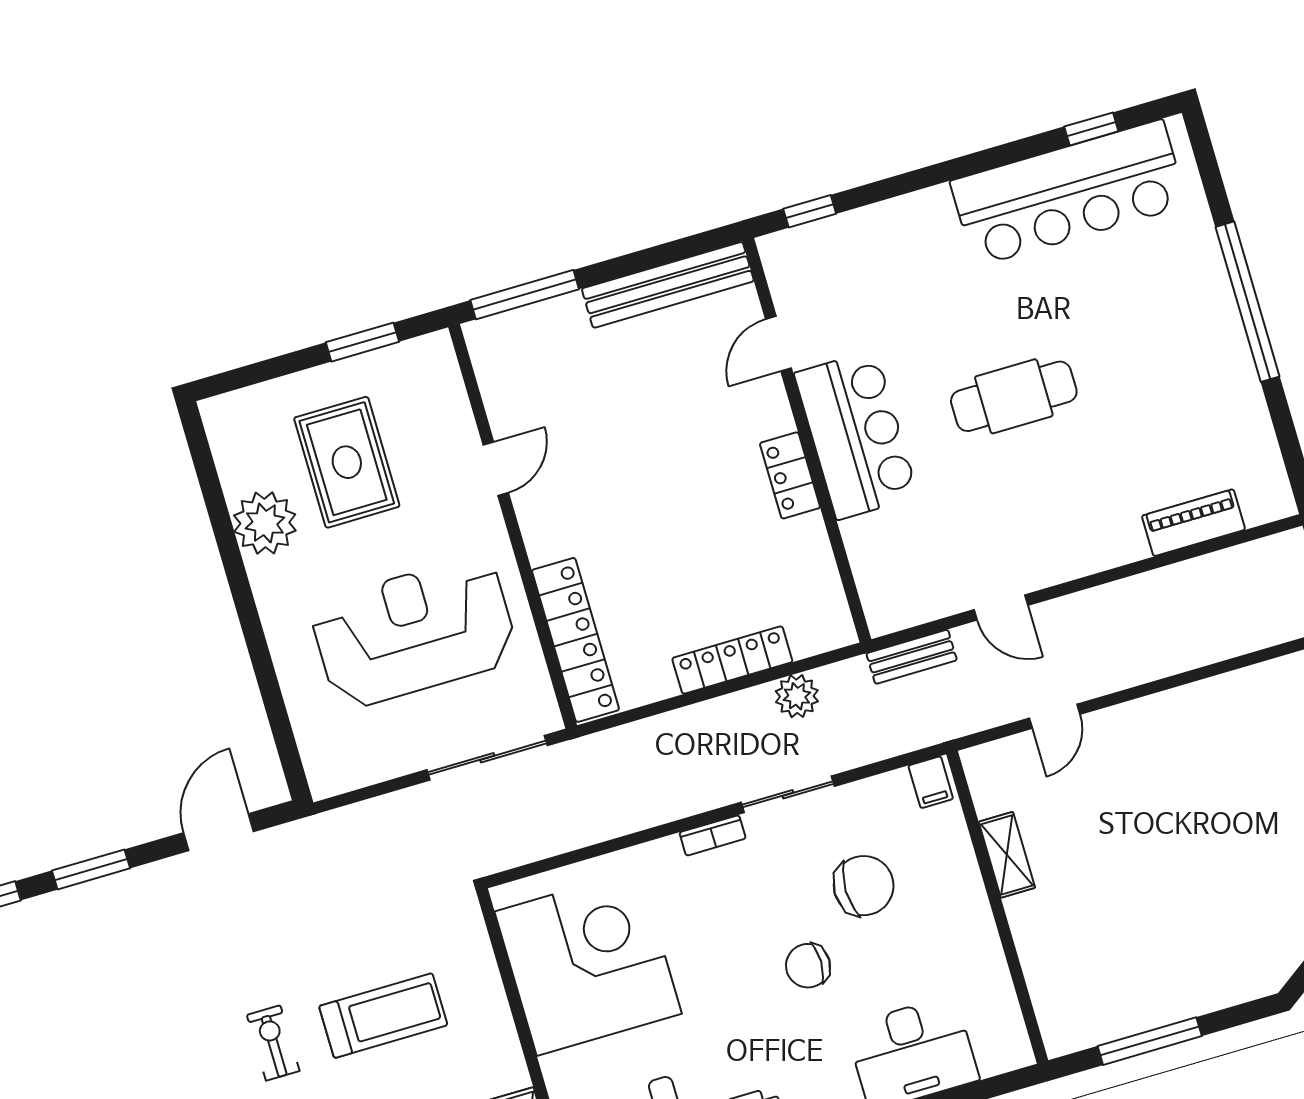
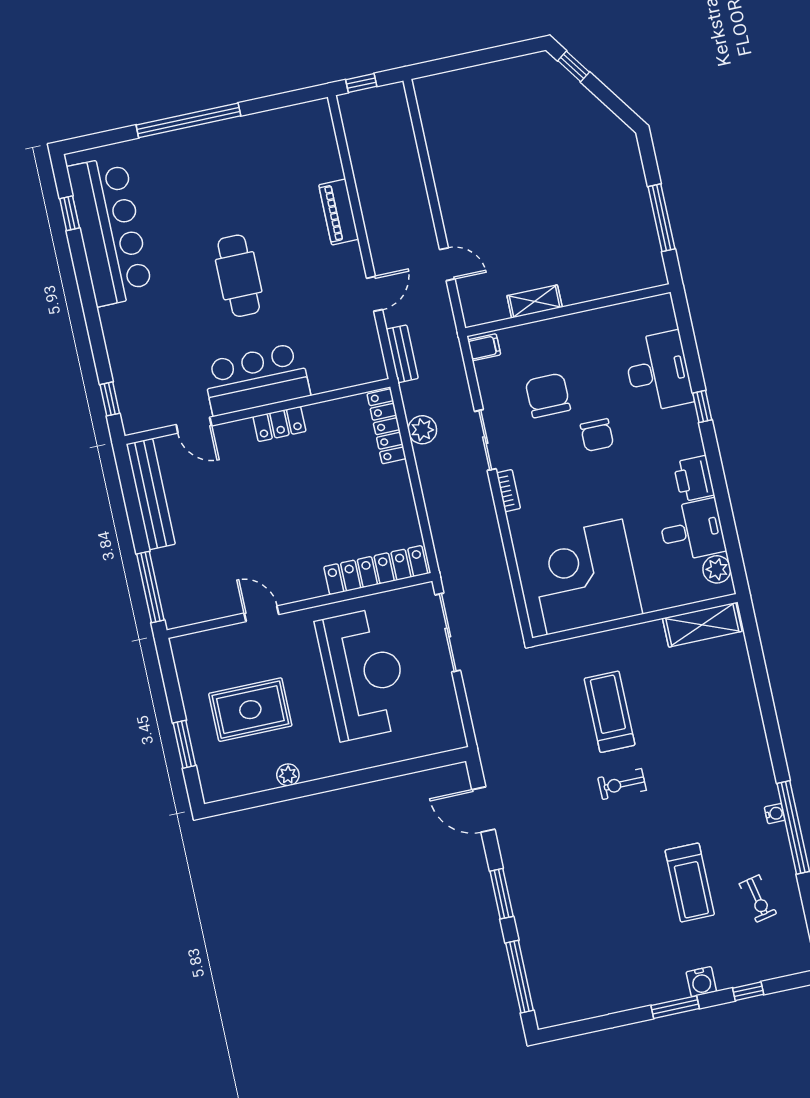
window: (362, 342) -> (184, 744), moved
plant: (265, 523) -> (288, 775), width x0.53, depth x0.53
piano: (1193, 523) -> (339, 212), moved
reception desk: (414, 632) -> (363, 674), turned 180
locker: (732, 660) -> (387, 426), moved

